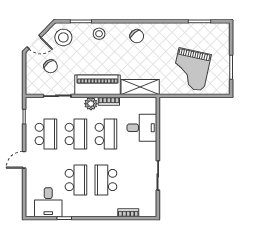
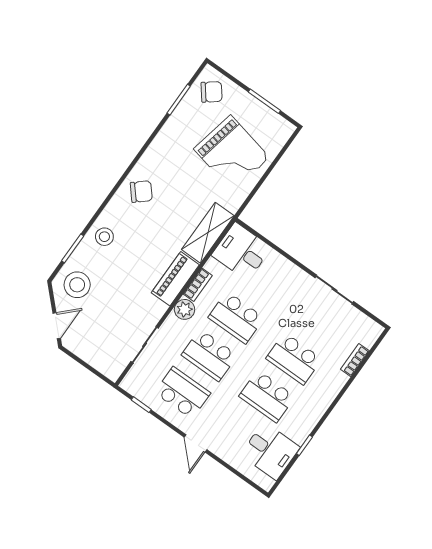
chair: (51, 66) -> (212, 92), moved
piano: (98, 85) -> (175, 279), width x0.73, depth x0.75
desk: (142, 128) -> (241, 251), moved, turned -90
school desk: (76, 134) -> (209, 355), turned 180
school desk: (106, 134) -> (236, 318), turned 180
school desk: (76, 180) -> (267, 396), turned 180

